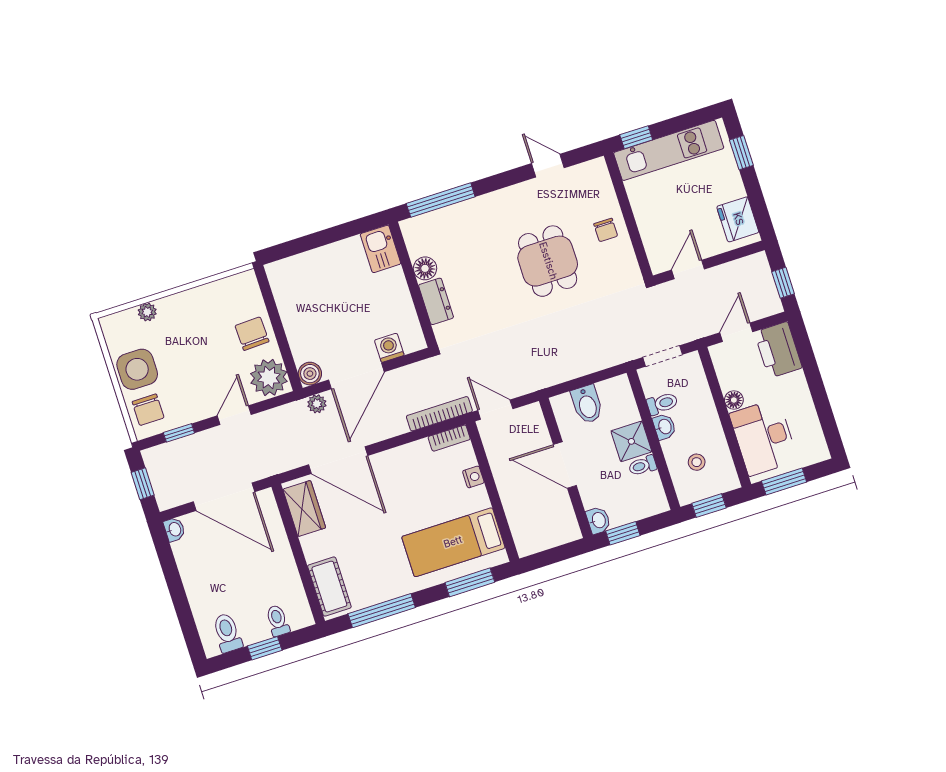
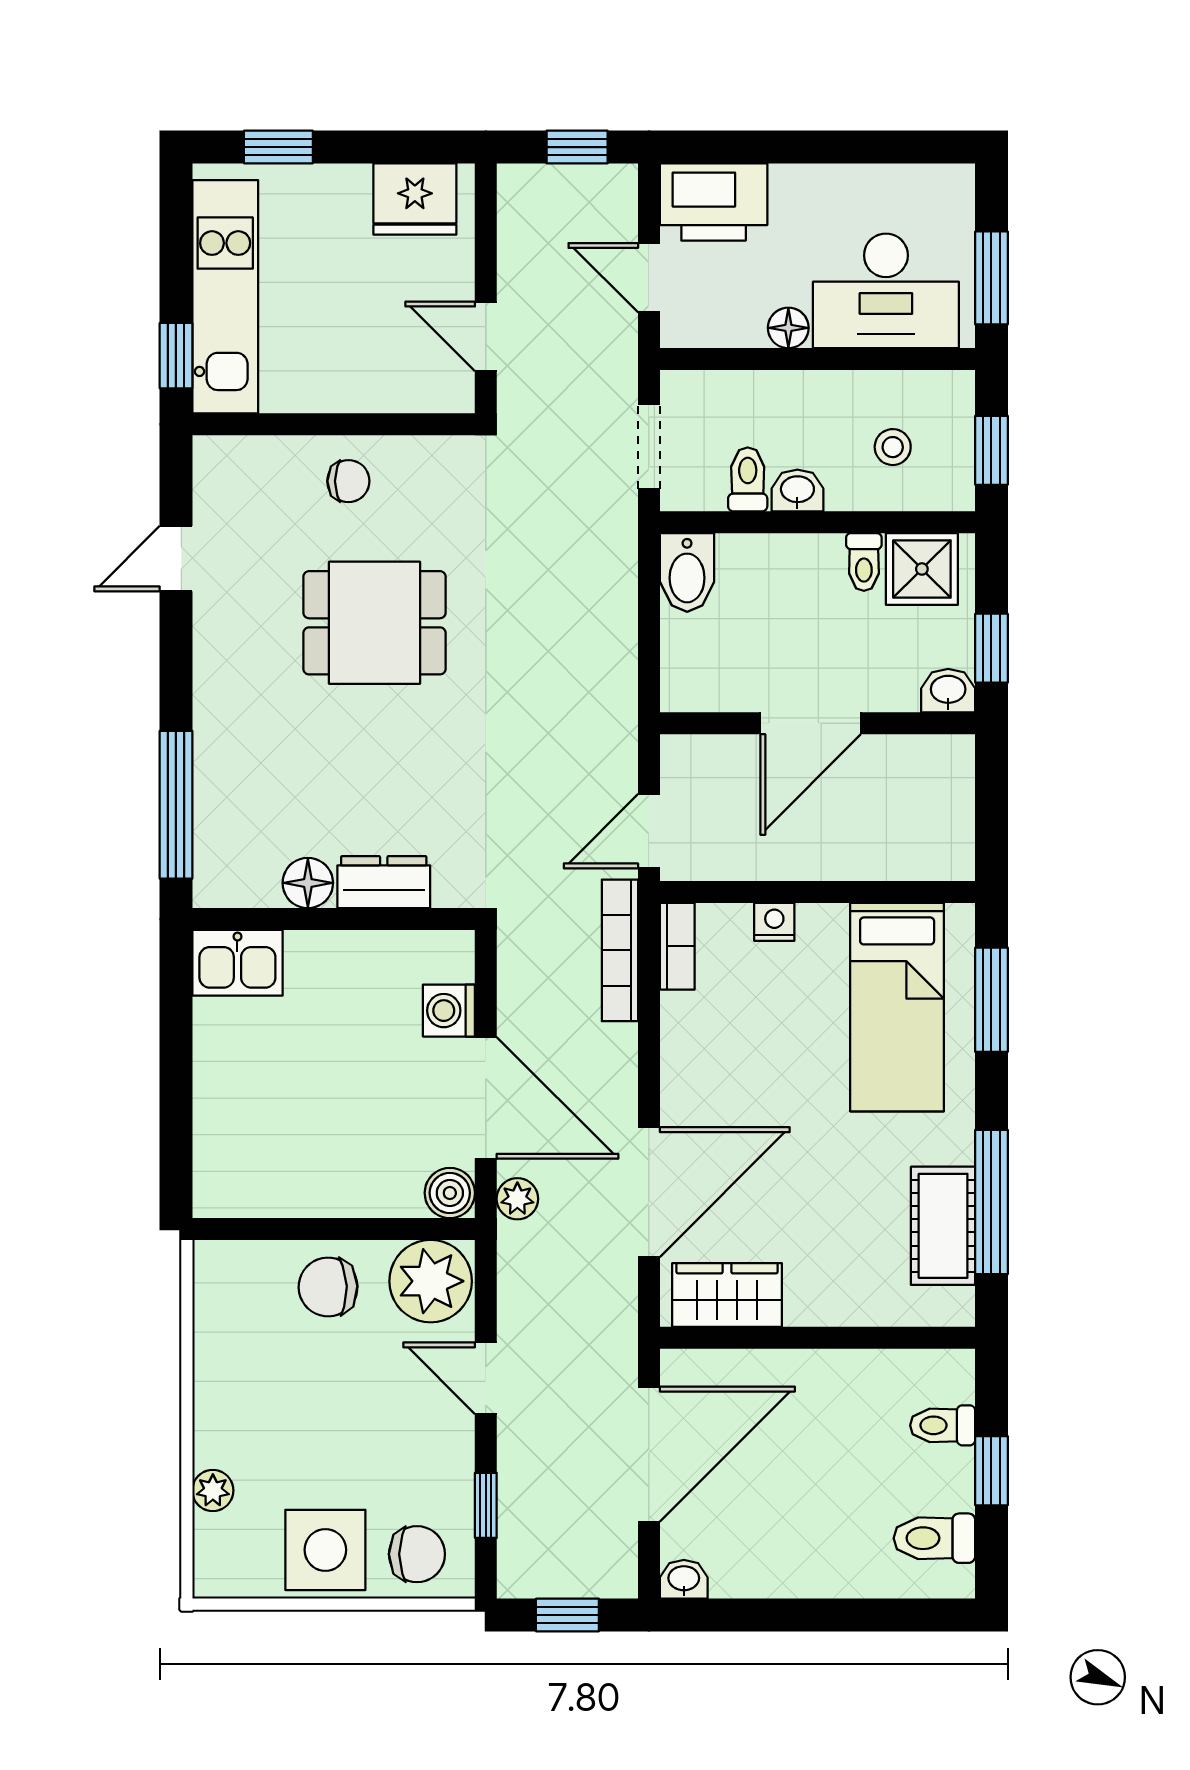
bidet: (587, 404) -> (687, 572), moved, turned 90
shower: (631, 441) -> (922, 569), moved
cot: (329, 587) -> (943, 1226), moved, turned 90

